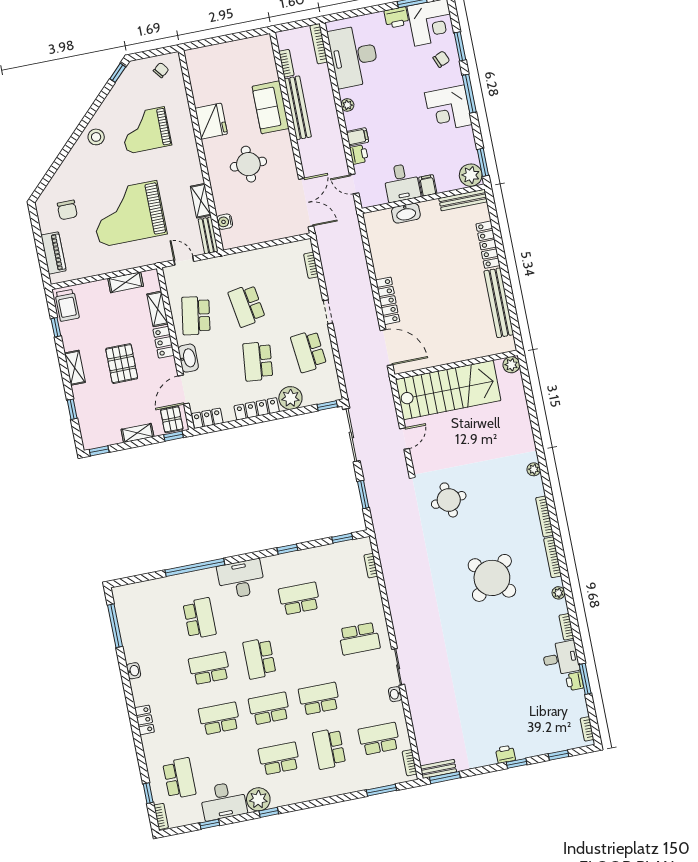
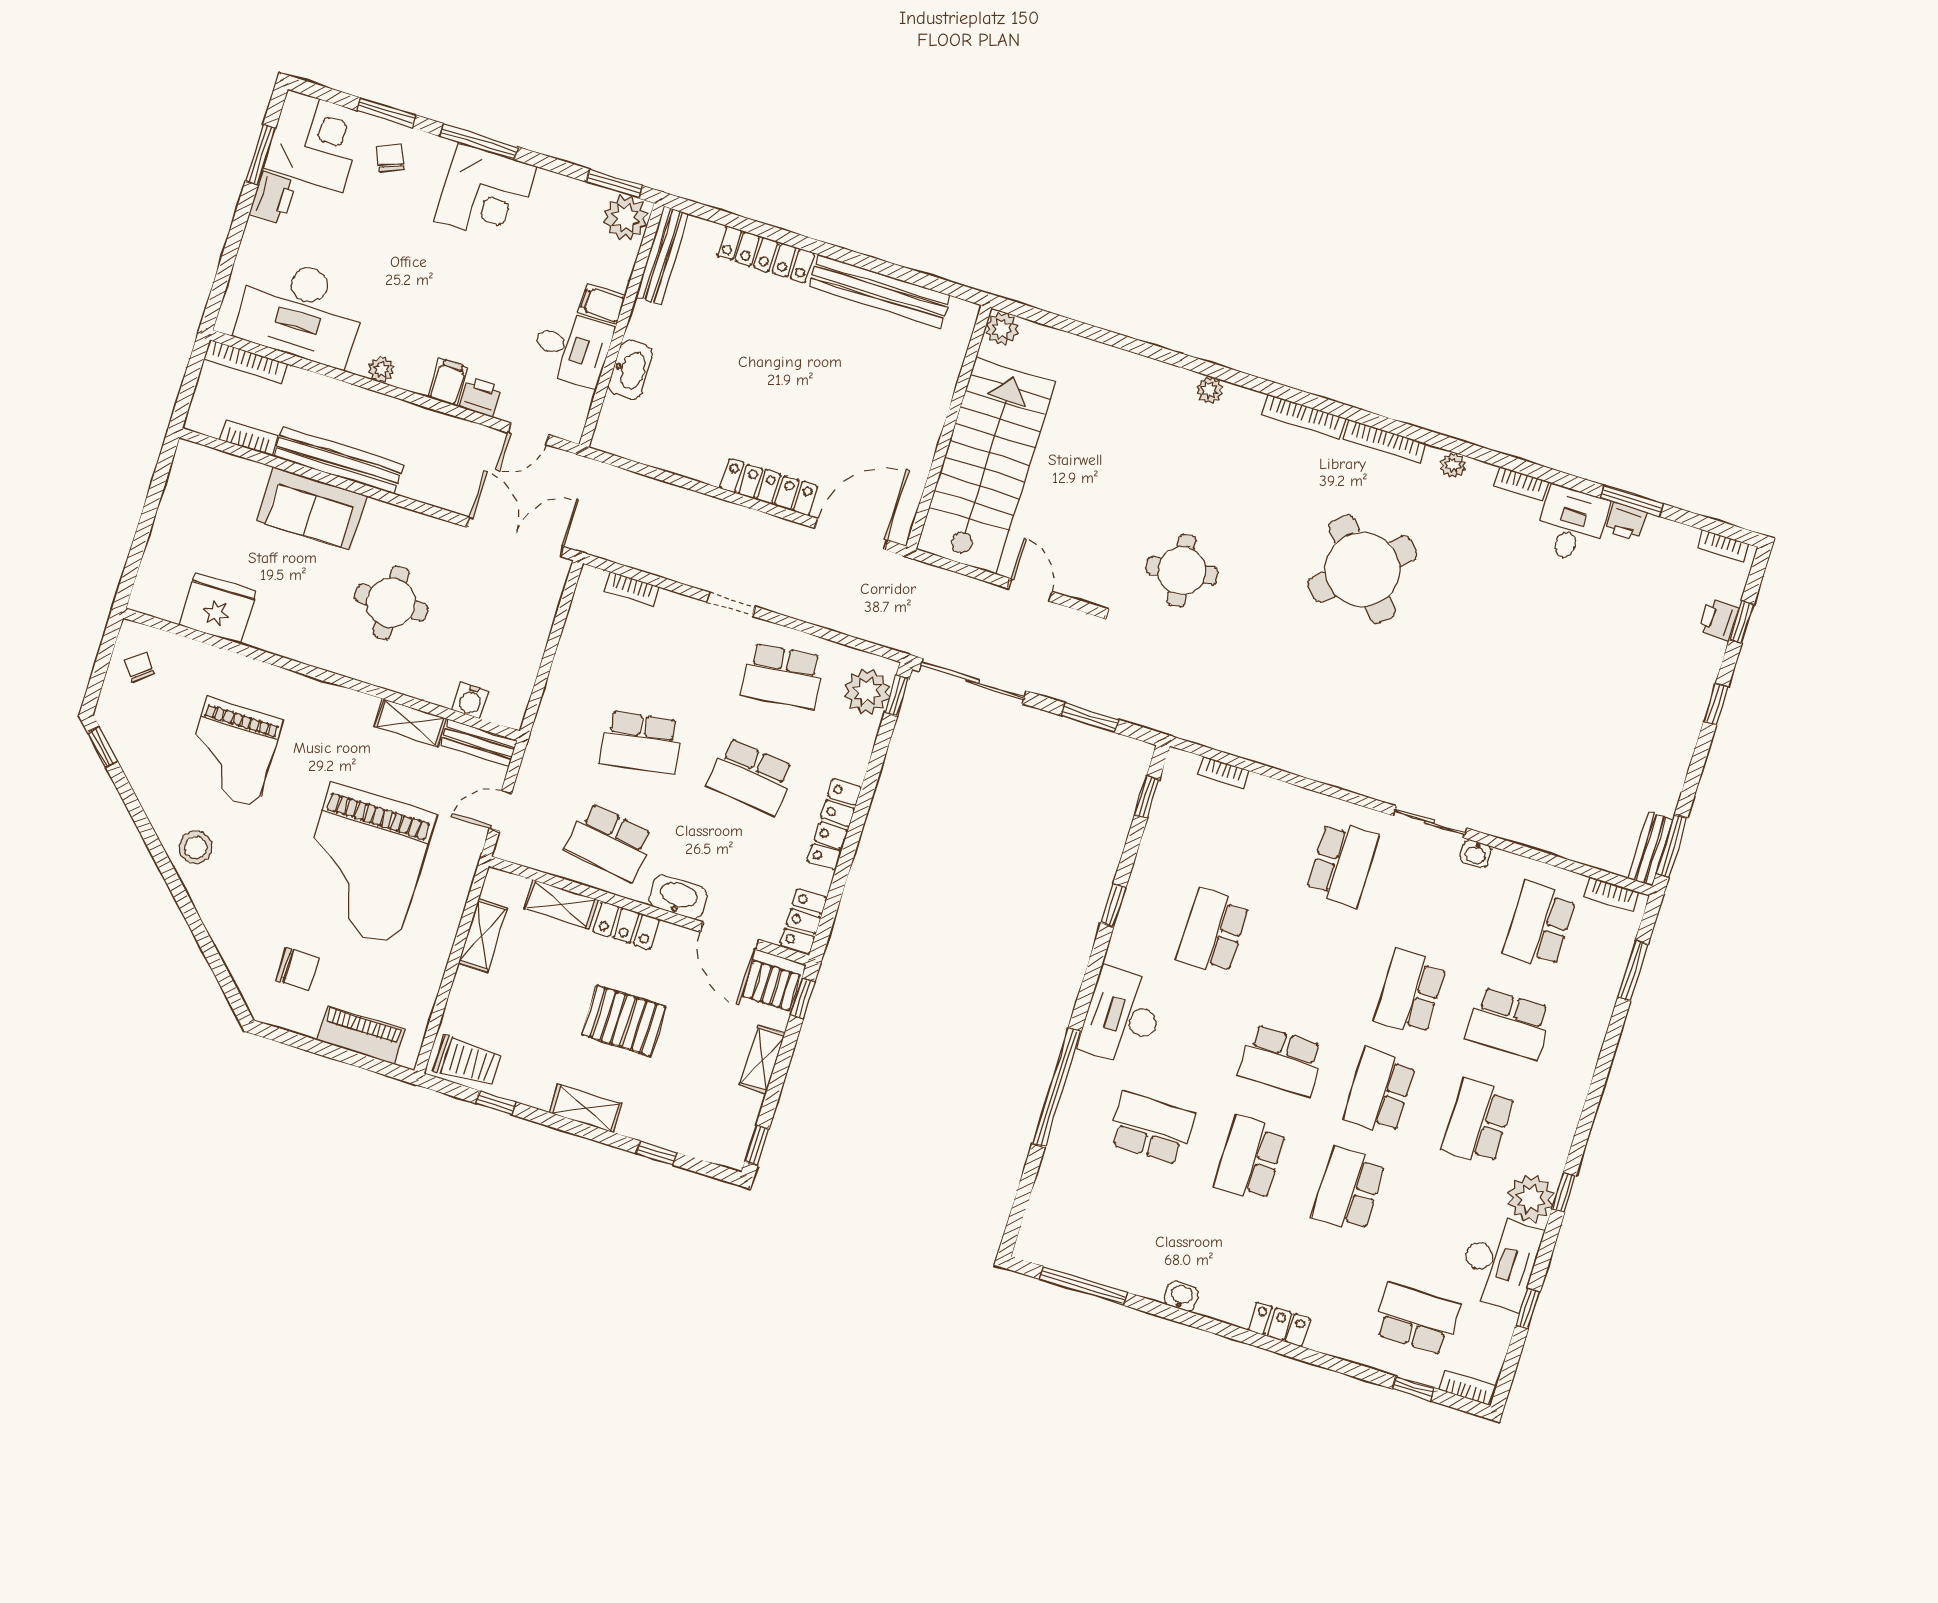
fridge: (211, 121) -> (218, 608), moved
plant: (290, 398) -> (867, 692), moved
printer: (505, 754) -> (1719, 620), moved

